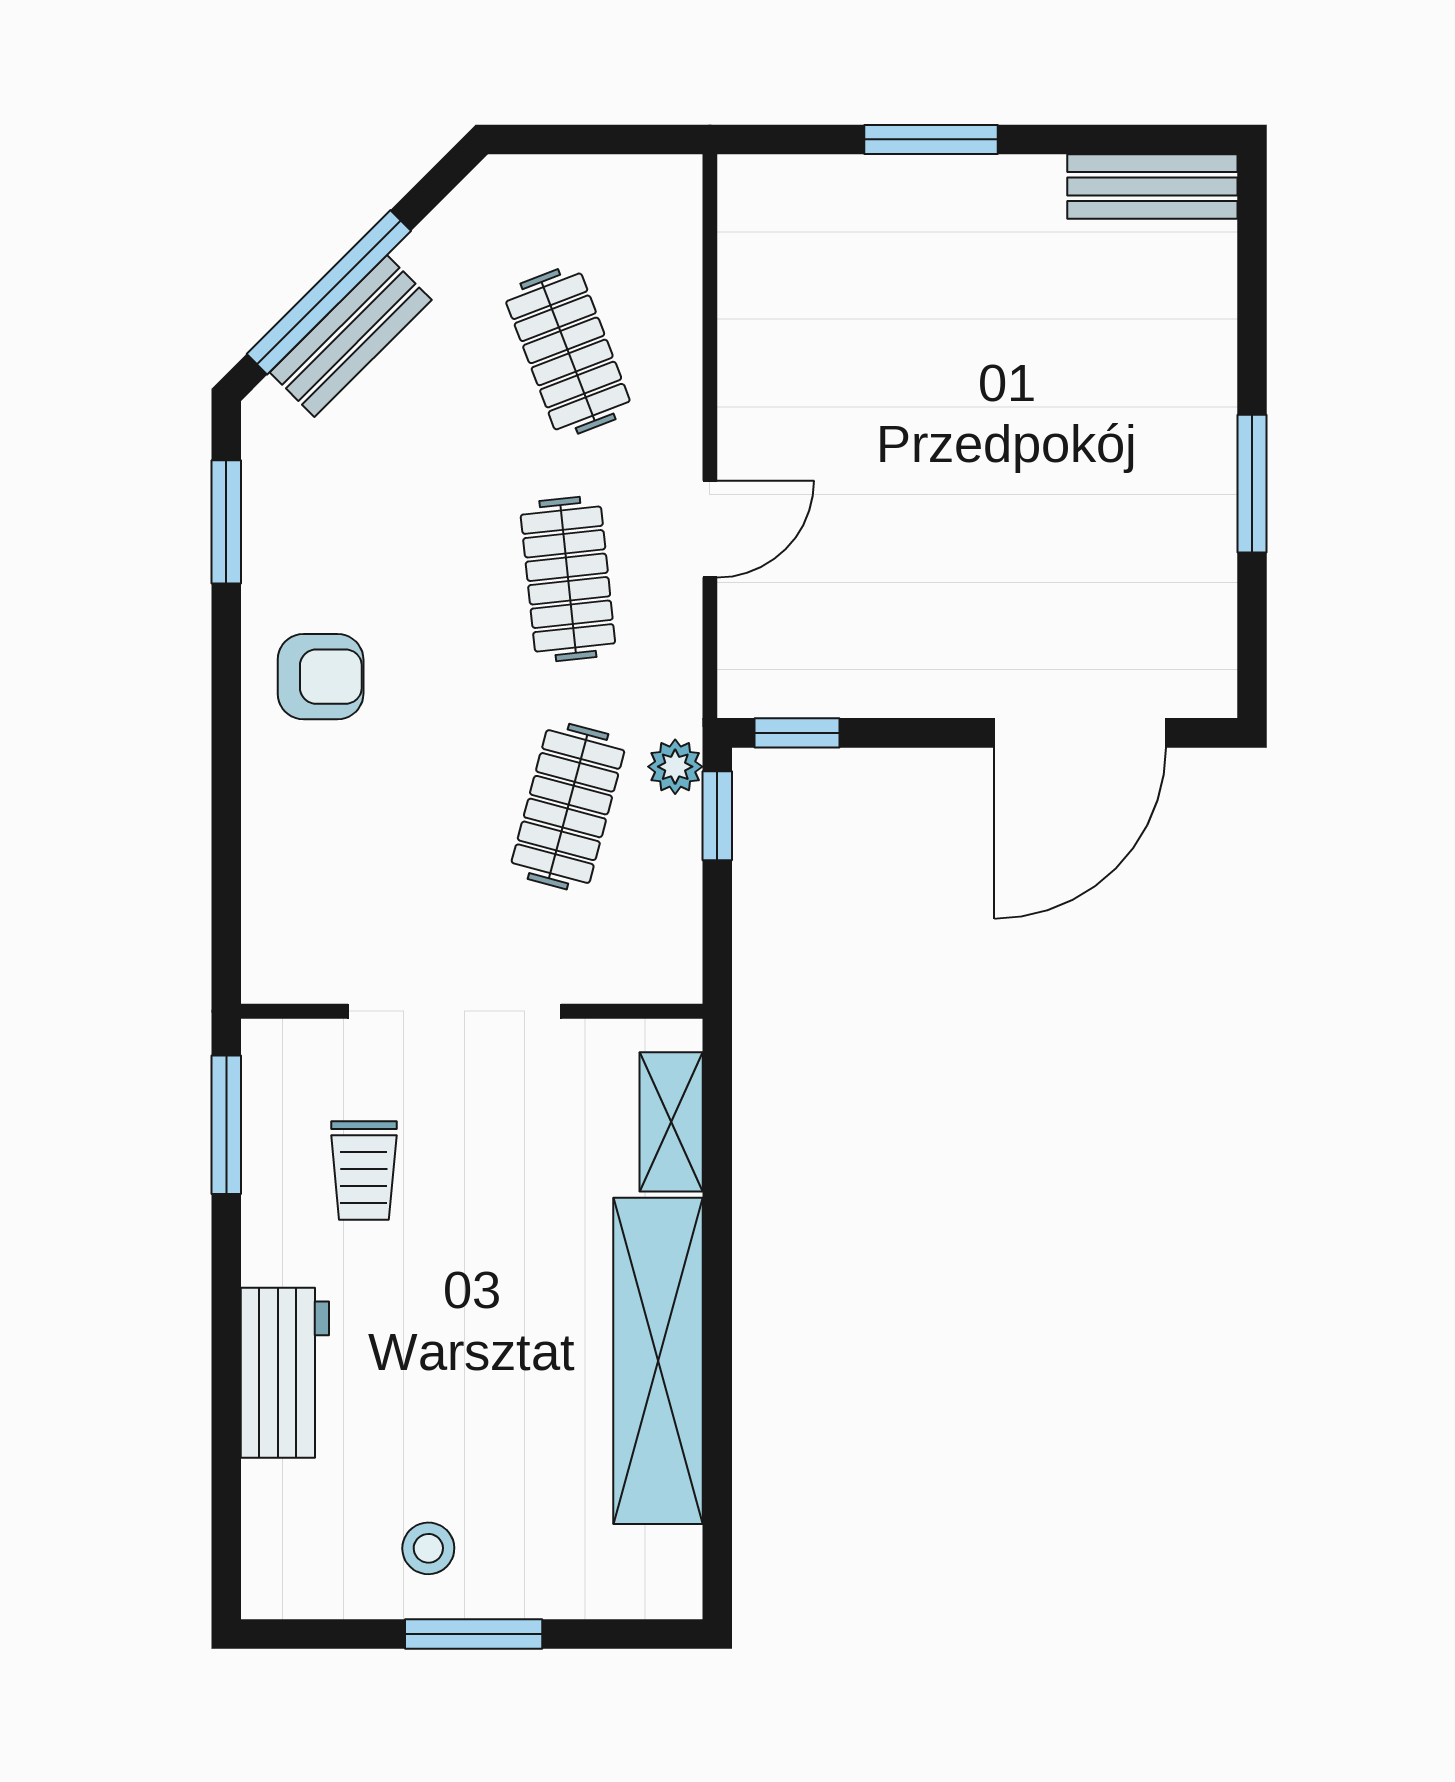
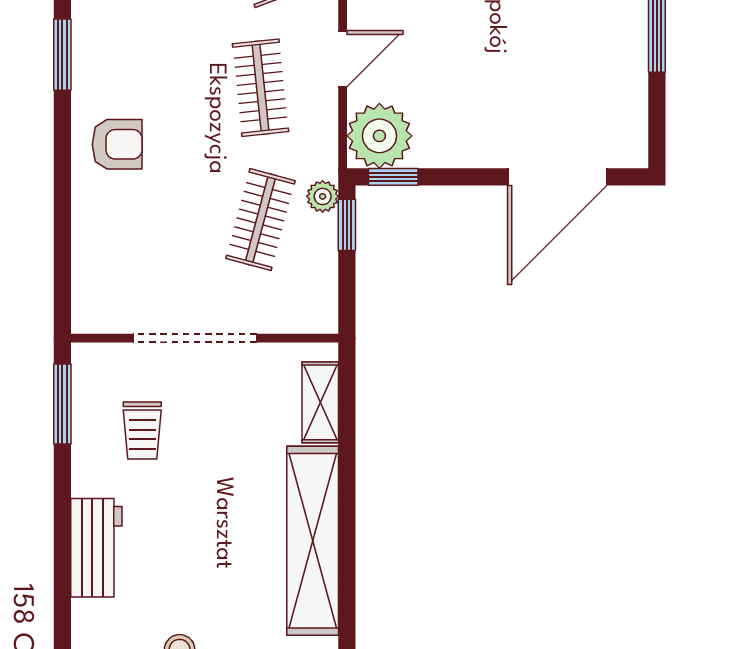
plant: (773, 662) -> (379, 136), added

